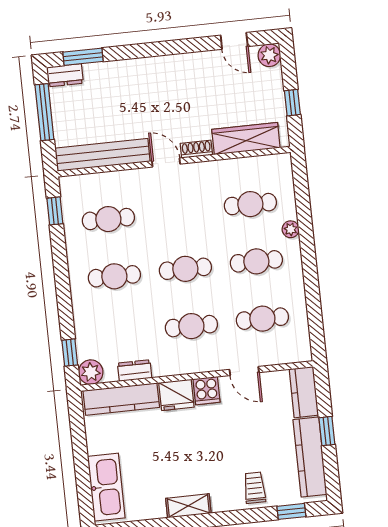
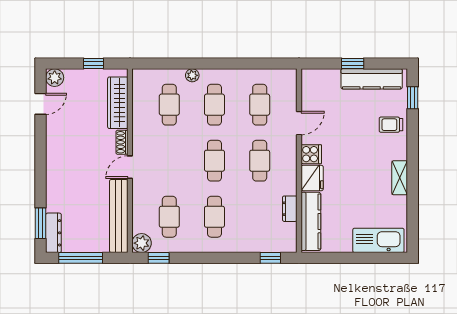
dresser: (65, 75) -> (53, 233), width x1.44
plant: (91, 372) -> (142, 243), moved
kitchen counter: (304, 392) -> (320, 78), removed

